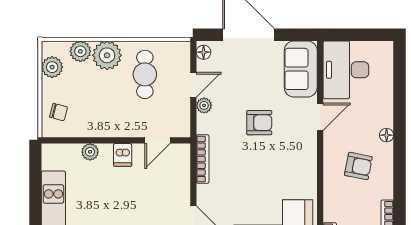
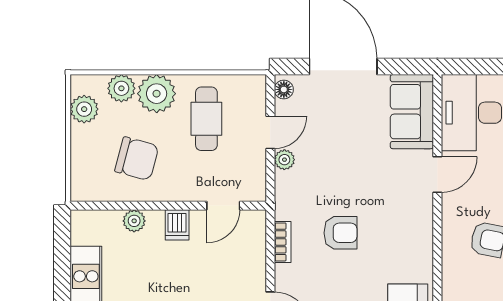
chair: (58, 112) -> (137, 159), moved, width x1.87, depth x1.87
armchair: (259, 123) -> (340, 233), moved
bookcase: (203, 159) -> (283, 242), width x0.64

